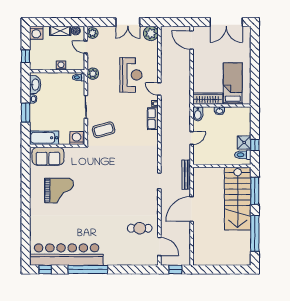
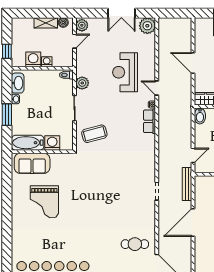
washing machine: (36, 33) -> (33, 59), moved, turned 180
door: (192, 40) -> (193, 63), moved
door: (86, 47) -> (74, 41), swing flipped
plant: (93, 74) -> (82, 83), moved
reception desk: (131, 75) -> (125, 72), turned 180
washing machine: (77, 138) -> (52, 143), moved
door: (192, 138) -> (193, 155), moved
grand piano: (59, 191) -> (44, 202), turned 90

